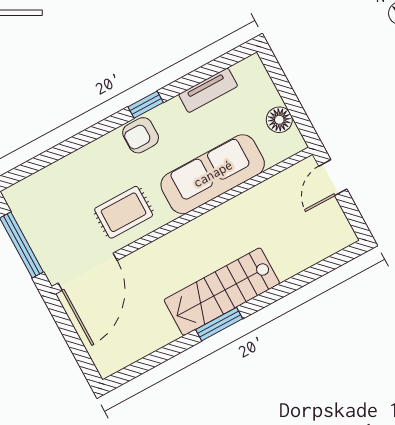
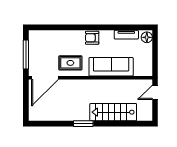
window: (146, 105) -> (100, 27), removed
floor lamp: (279, 120) -> (147, 37), moved
stairs: (222, 292) -> (113, 112), moved

